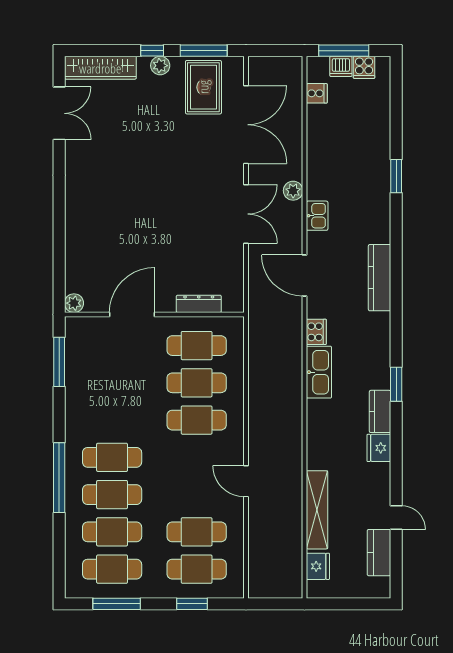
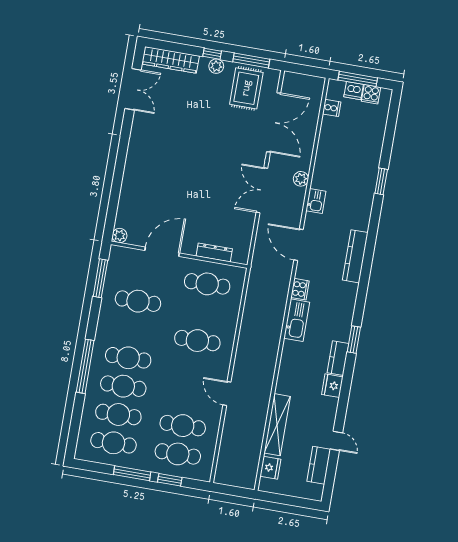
double door: (246, 214) -> (262, 190), swing flipped
cafe table: (197, 383) -> (138, 301), moved
window: (117, 604) -> (132, 473), moved

